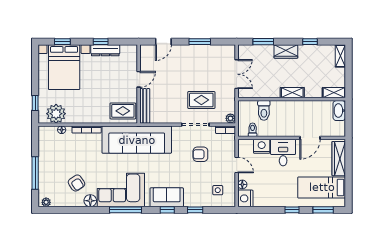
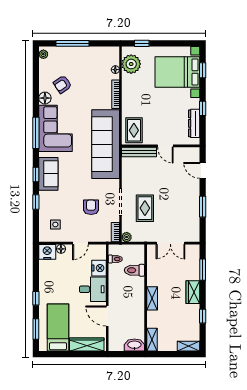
dresser: (105, 50) -> (194, 123), moved

